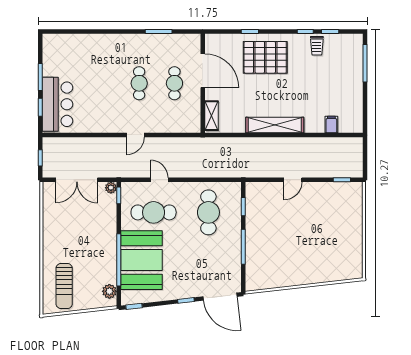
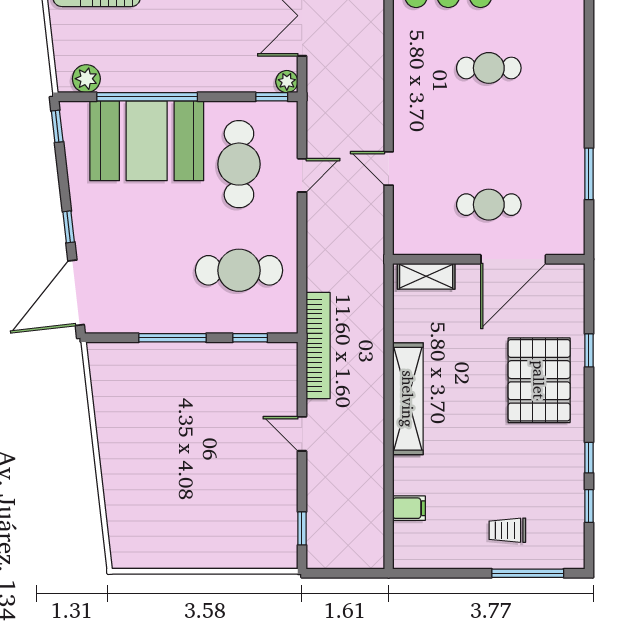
trolley: (317, 46) -> (507, 530), moved
cafe table: (139, 83) -> (489, 68), moved
door: (135, 135) -> (389, 168), moved
bookcase: (247, 172) -> (318, 345), added

